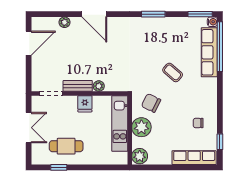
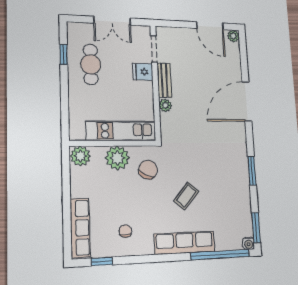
door: (94, 14) -> (247, 101), width x1.36
plant: (65, 22) -> (233, 36), moved
row of seats: (209, 52) -> (185, 243), moved
fridge: (85, 104) -> (143, 72), moved

